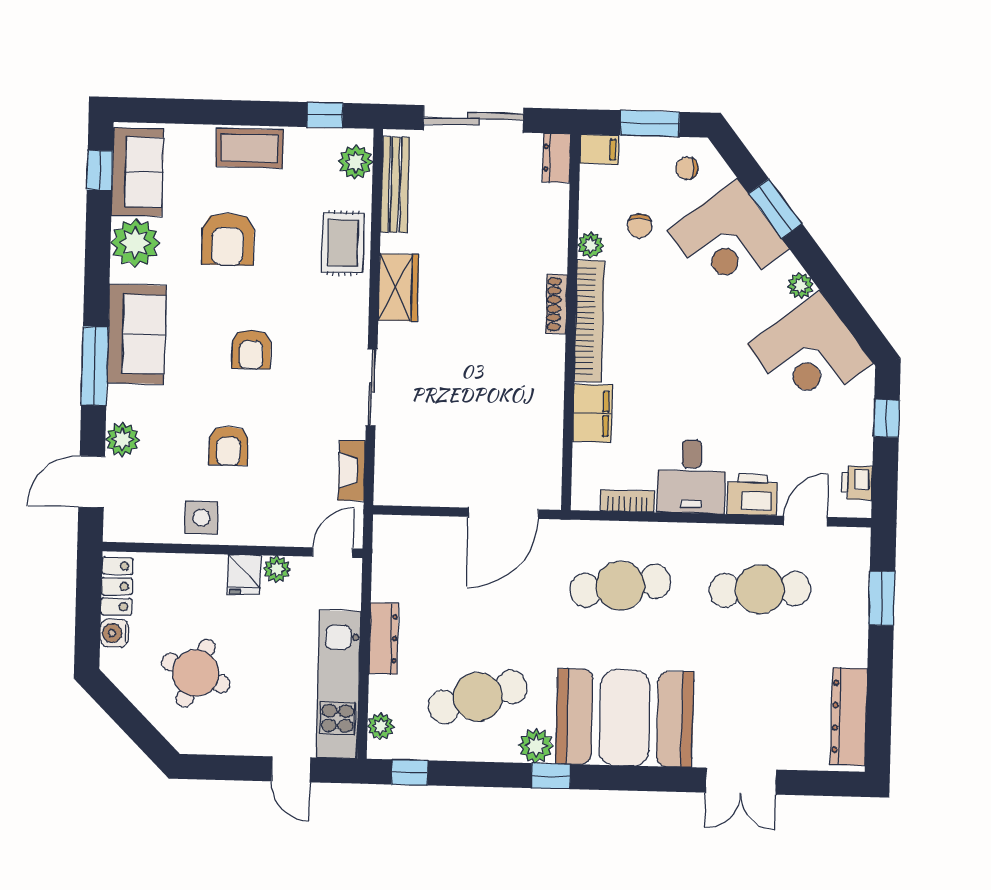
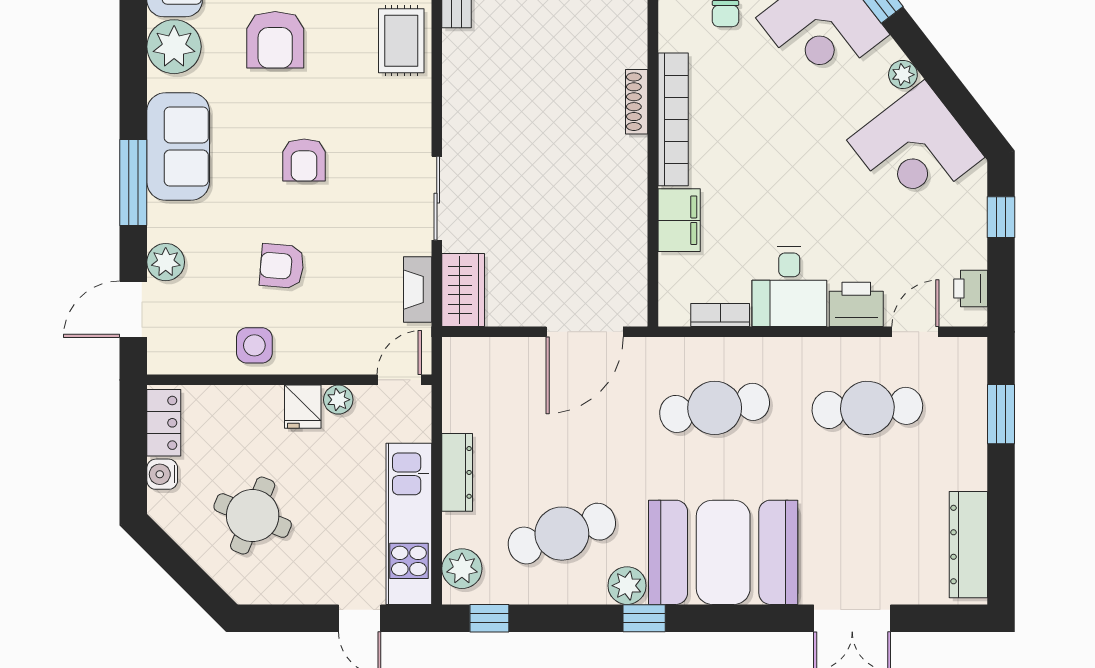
plant: (591, 245) -> (672, 36), removed
wardrobe: (398, 287) -> (463, 290), moved
armchair: (228, 446) -> (282, 266), turned 95
plant: (381, 726) -> (462, 569), width x1.38, depth x1.38

